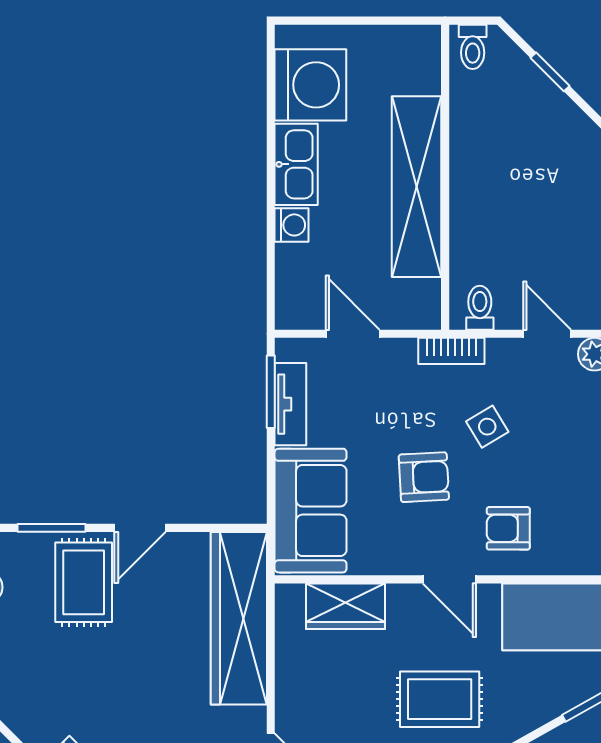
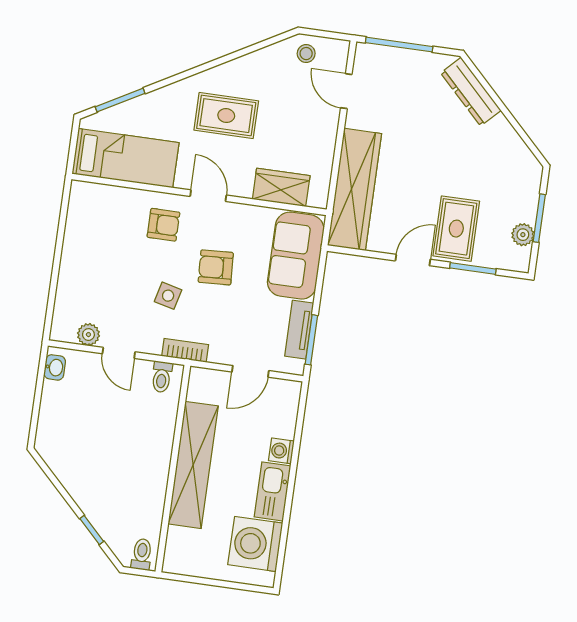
door: (353, 334) -> (250, 371), hinge flipped
side table: (487, 427) -> (168, 296), turned 45

